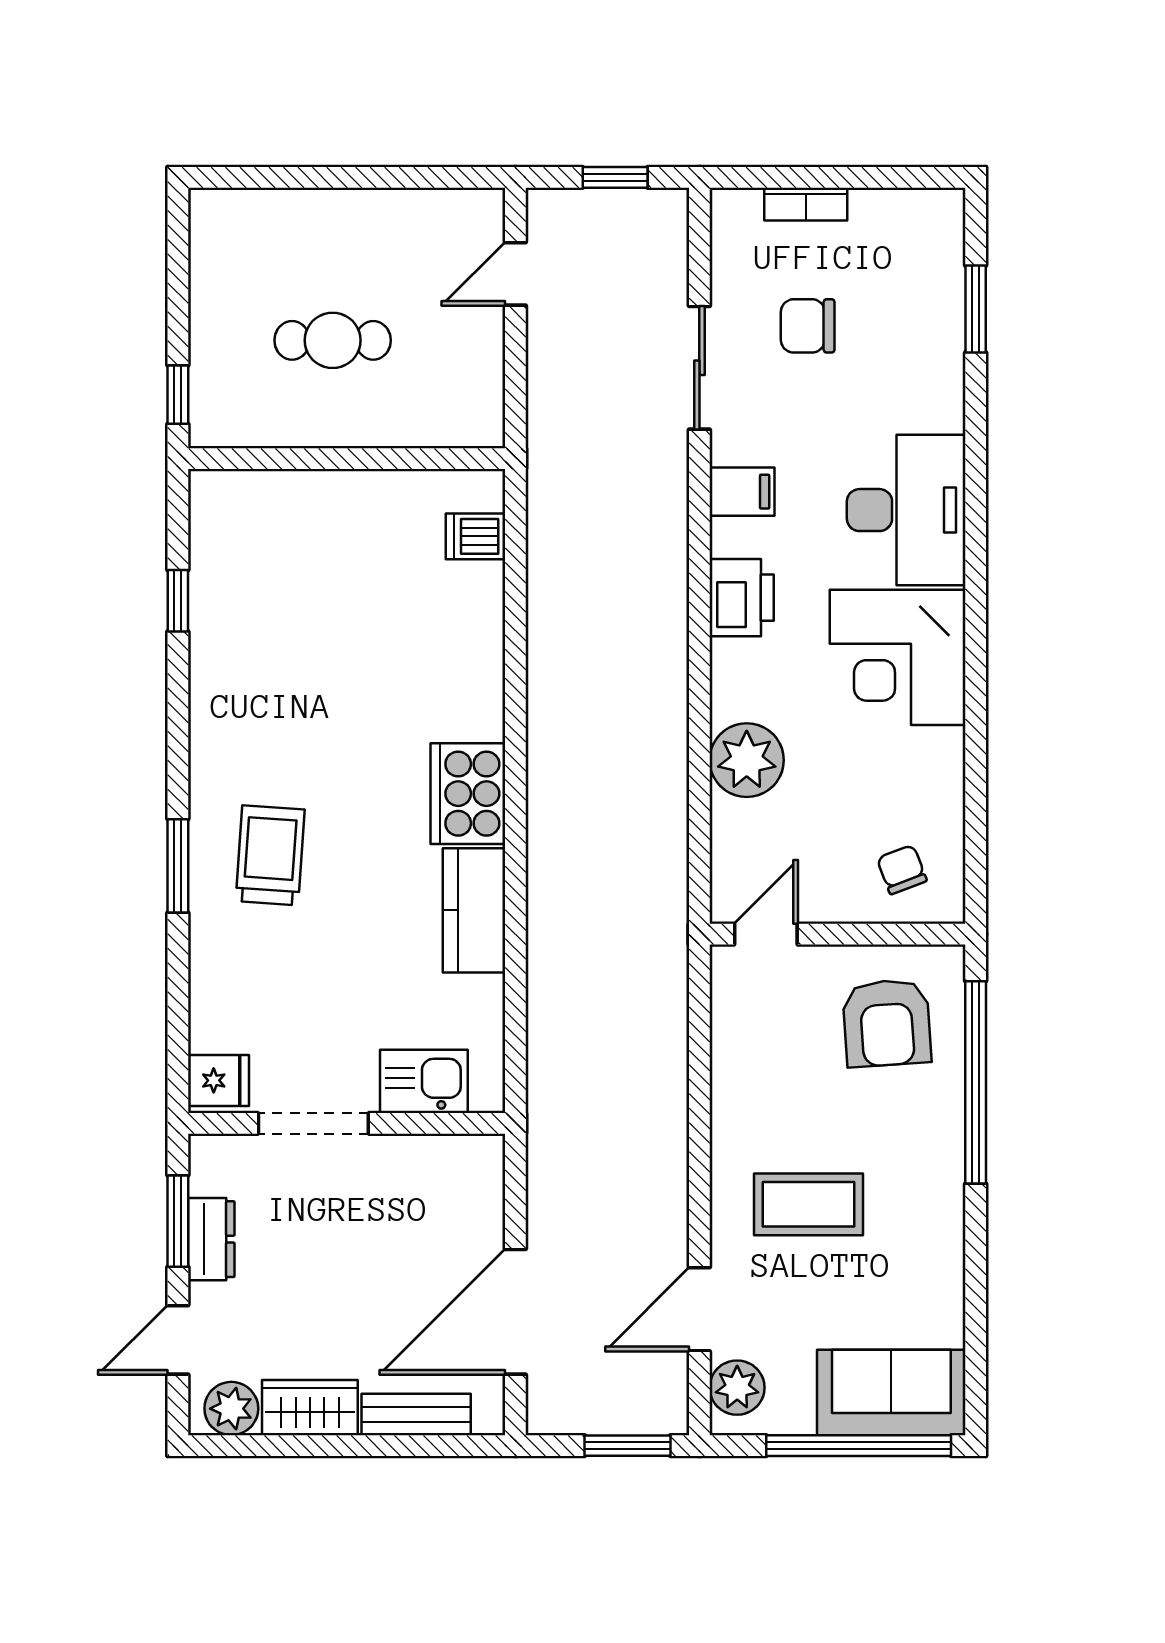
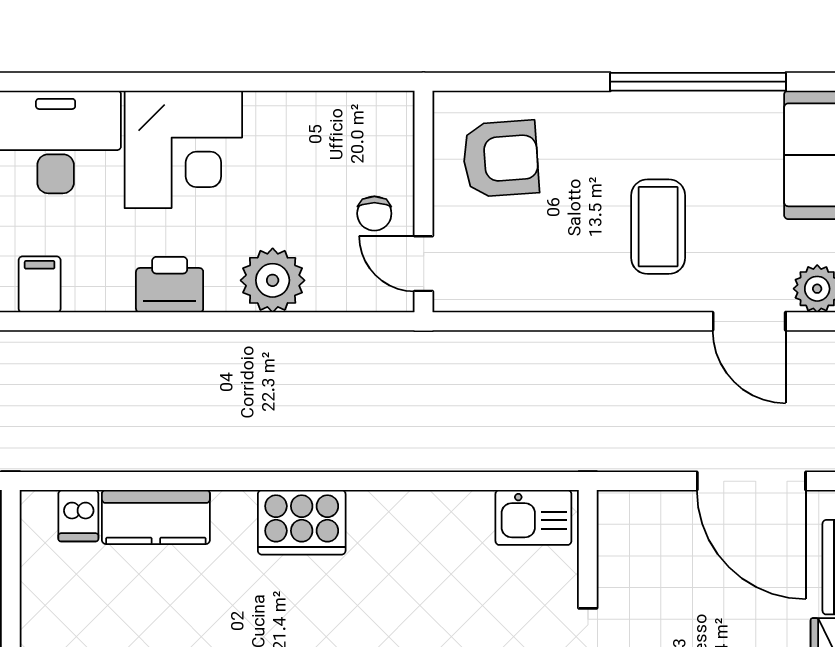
printer: (742, 598) -> (170, 285), moved
chair: (902, 870) -> (374, 213), moved, turned -69
kitchen counter: (474, 910) -> (156, 517), moved
kitchen sink: (424, 1081) -> (533, 517), moved, turned -90
window: (976, 1082) -> (698, 82), moved

